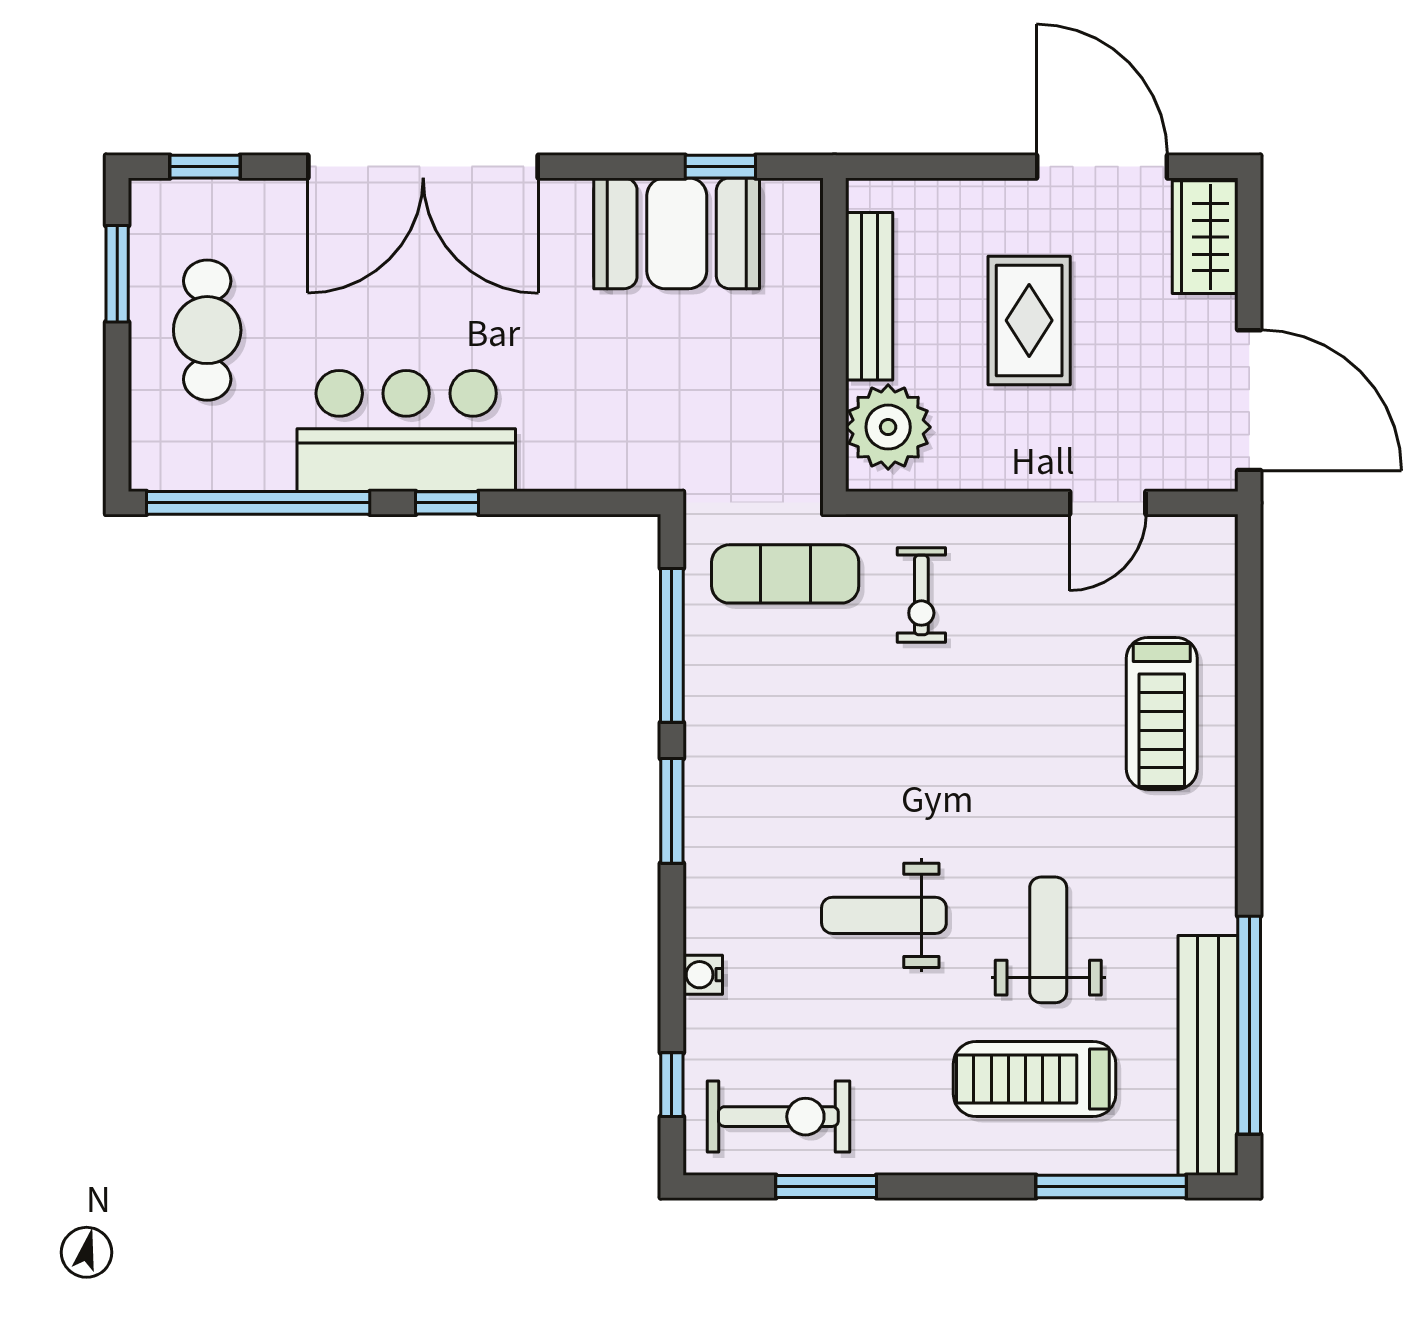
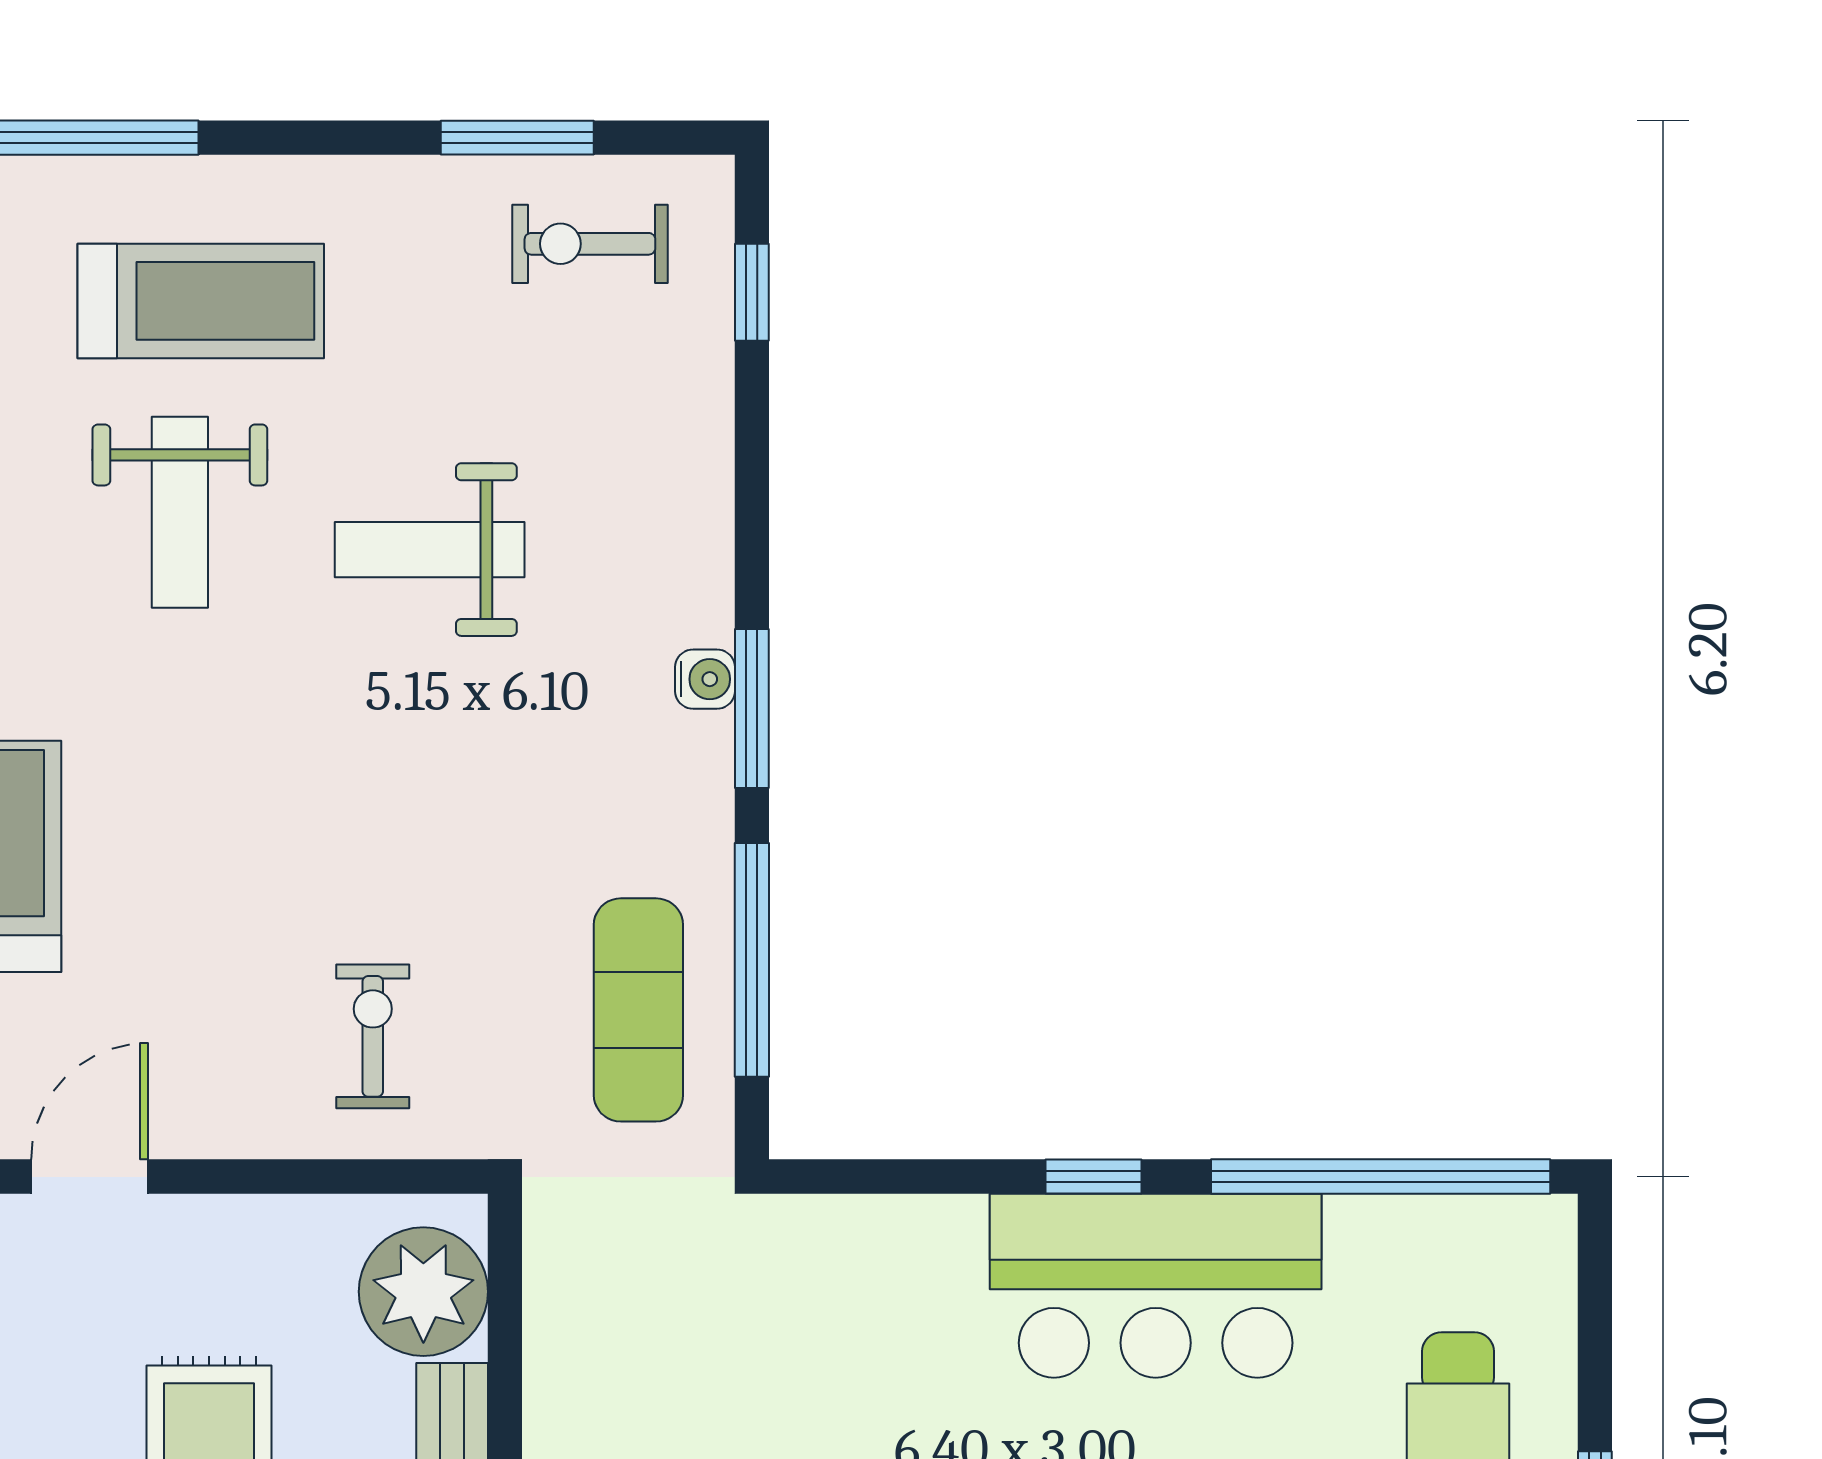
exercise mat: (785, 574) -> (638, 1010), moved, turned 90
weight bench: (884, 915) -> (430, 550), turned 180
water cooler: (703, 975) -> (705, 679), moved
exercise bike: (778, 1117) -> (590, 244), width x0.73, depth x0.72

